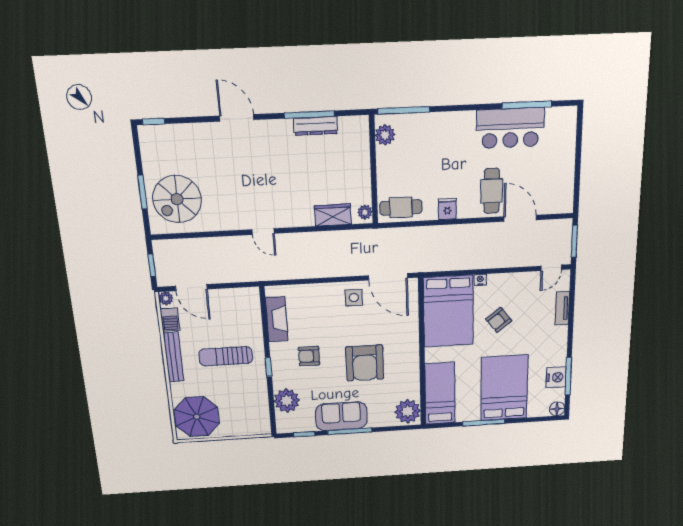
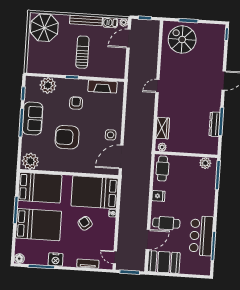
booth: (557, 188) -> (164, 262), added
nightstand: (556, 377) -> (56, 259), moved
bed: (440, 393) -> (40, 188), width x1.50

